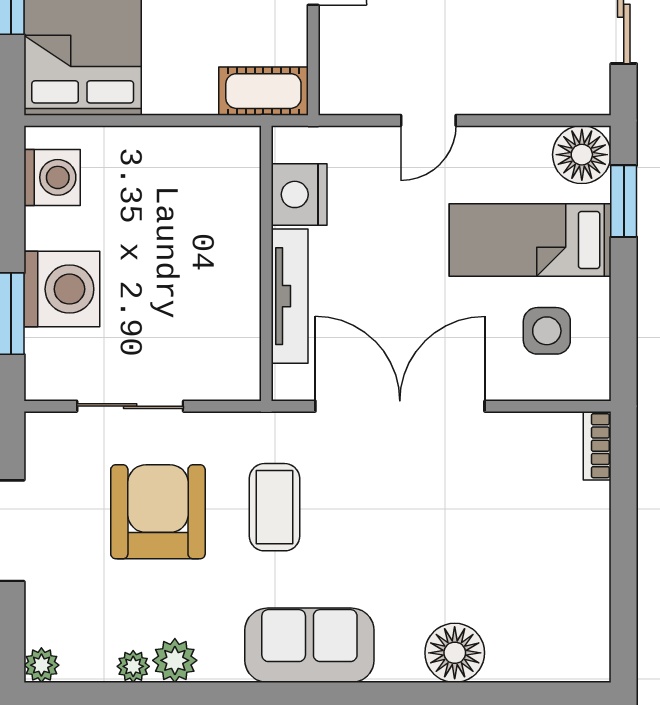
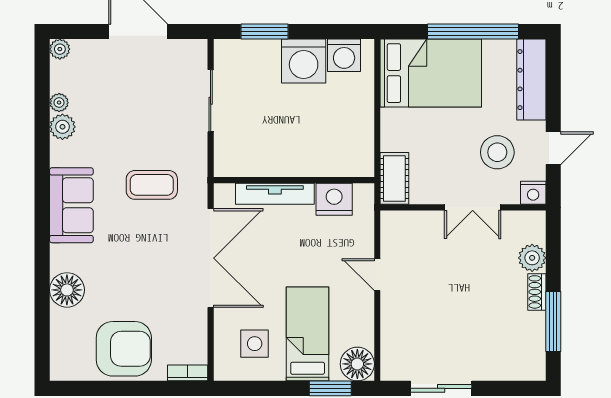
washing machine: (62, 289) -> (304, 61), moved
armchair: (158, 512) -> (124, 349), moved

